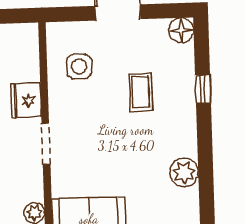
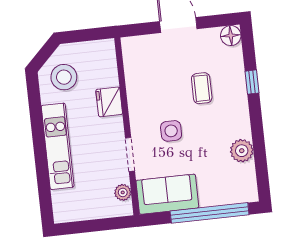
side table: (79, 66) -> (171, 131), moved
doorway: (46, 144) -> (130, 154), moved

